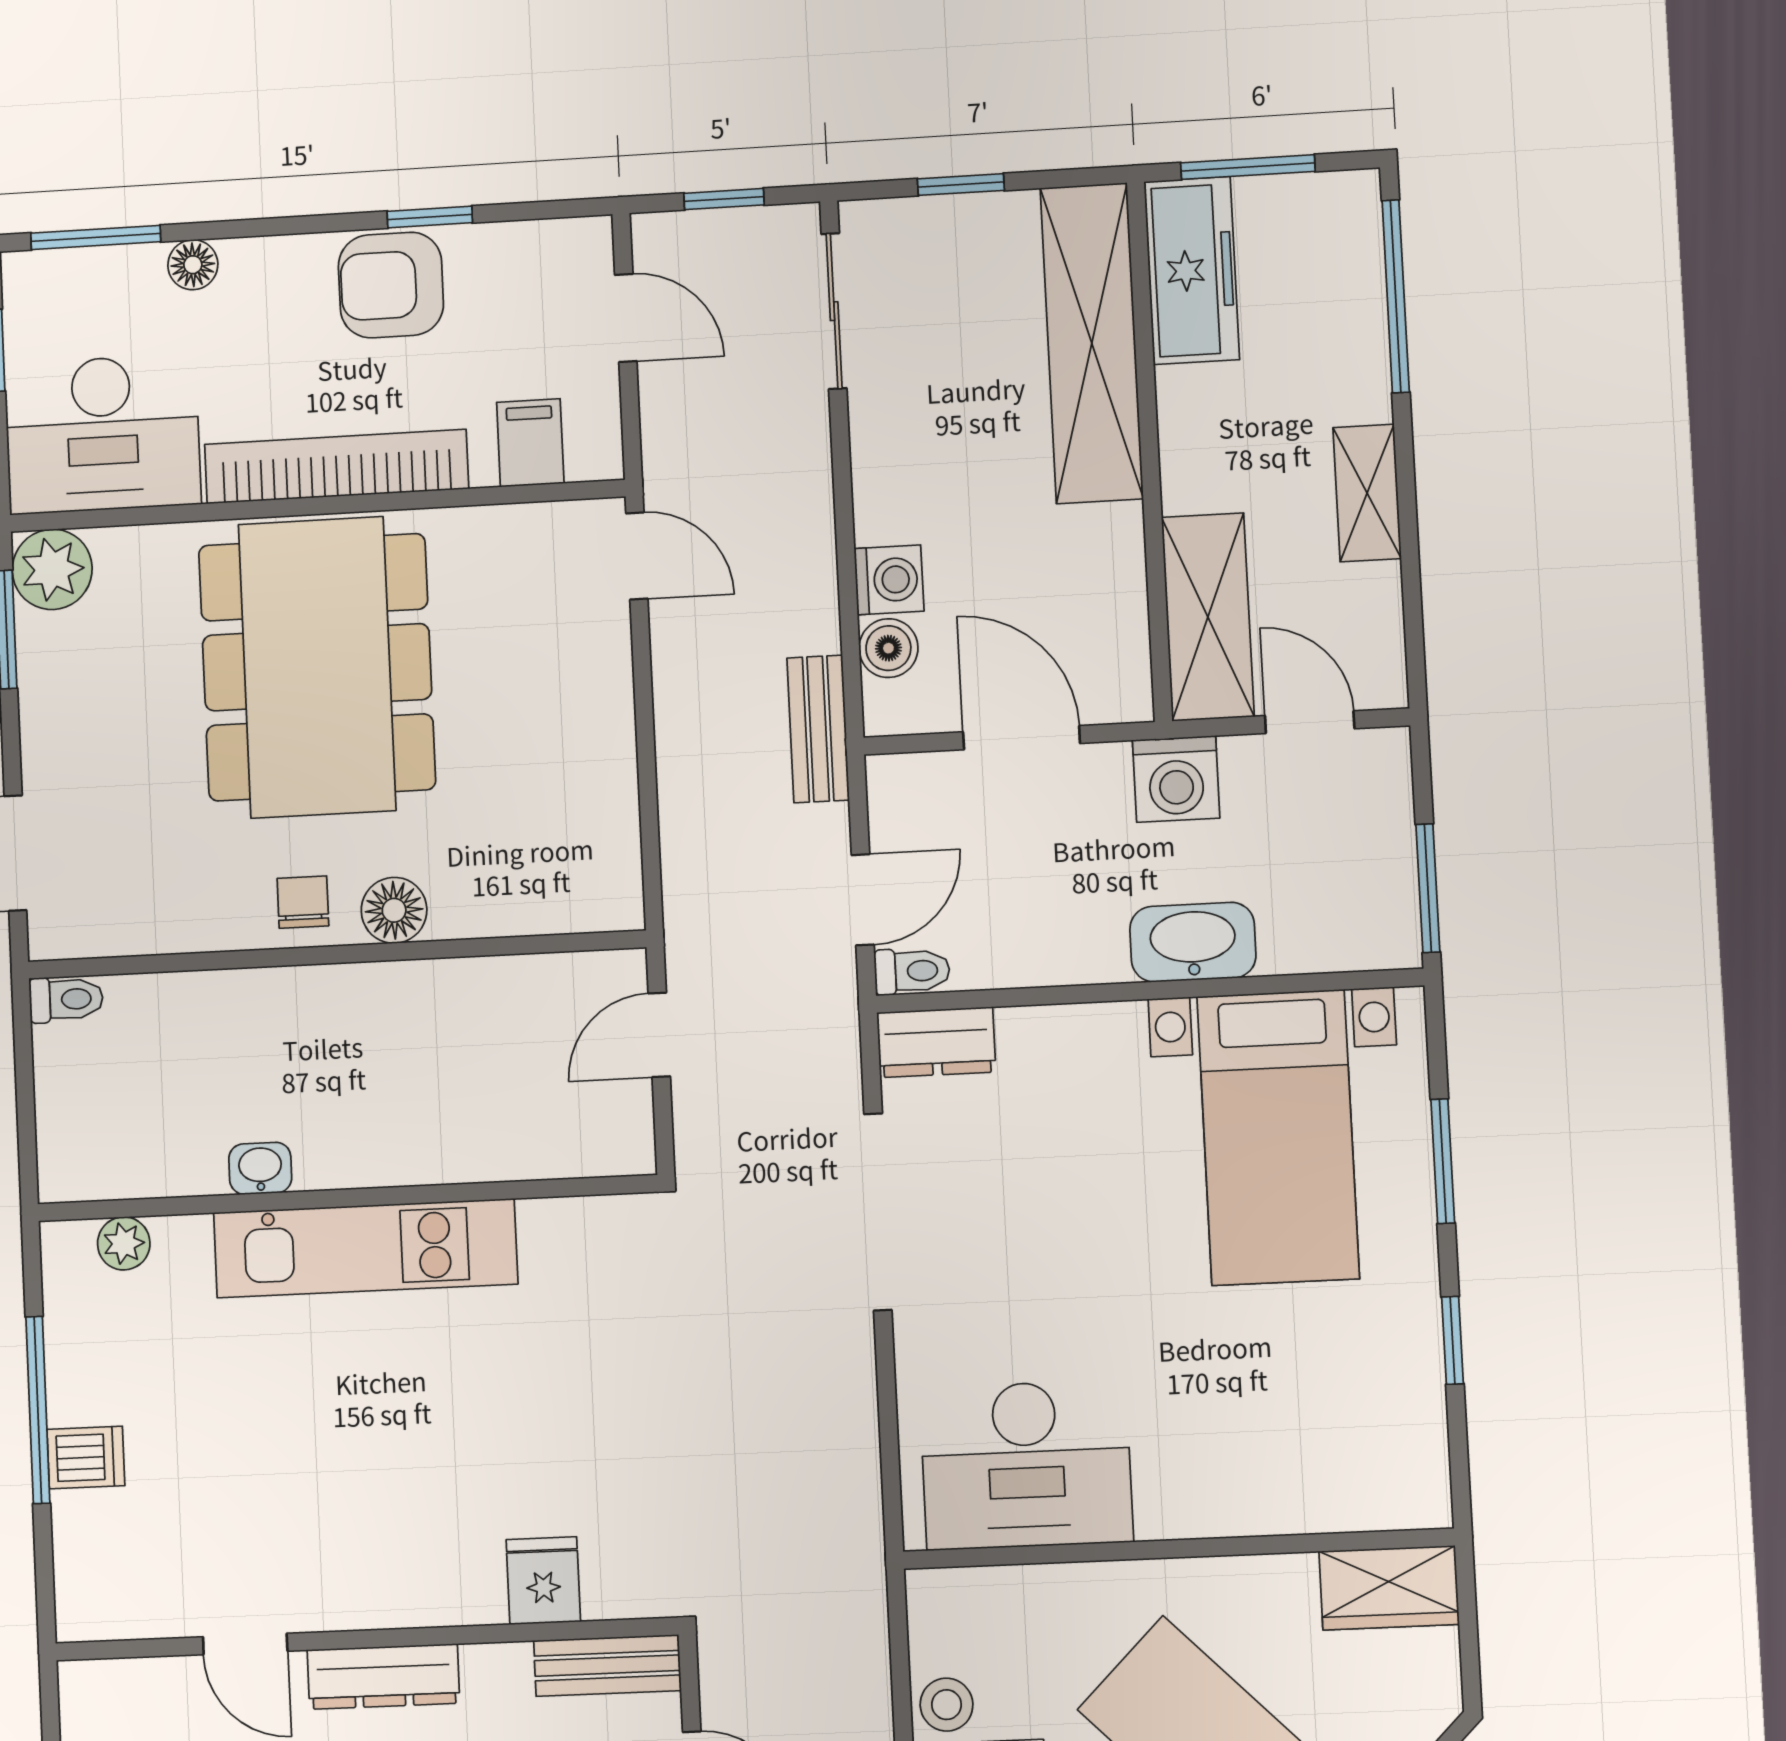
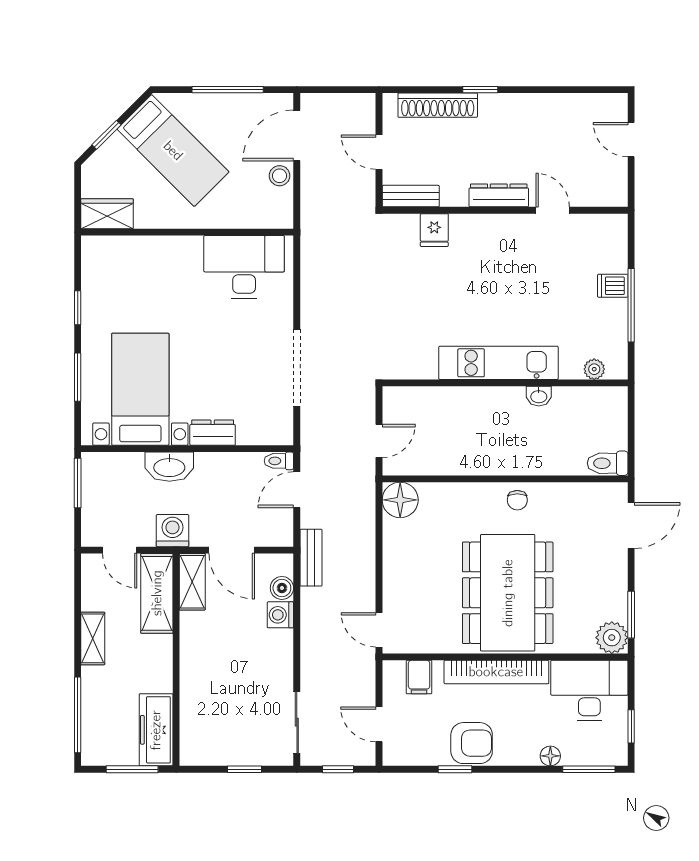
shelving: (1092, 343) -> (192, 582), moved, width x0.45, depth x0.75
floor lamp: (394, 910) -> (400, 500), moved, width x1.38, depth x1.38
toilet: (66, 999) -> (608, 463), width x1.37, depth x1.39
dresser: (936, 1042) -> (213, 433), moved

